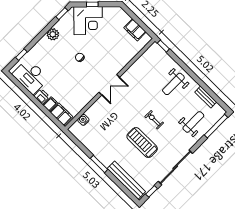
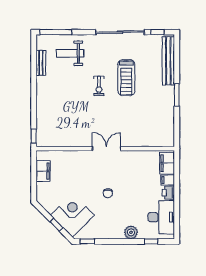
plant: (53, 34) -> (131, 232), moved
weight bench: (173, 84) -> (56, 99), removed
water cooler: (83, 120) -> (154, 142), removed

